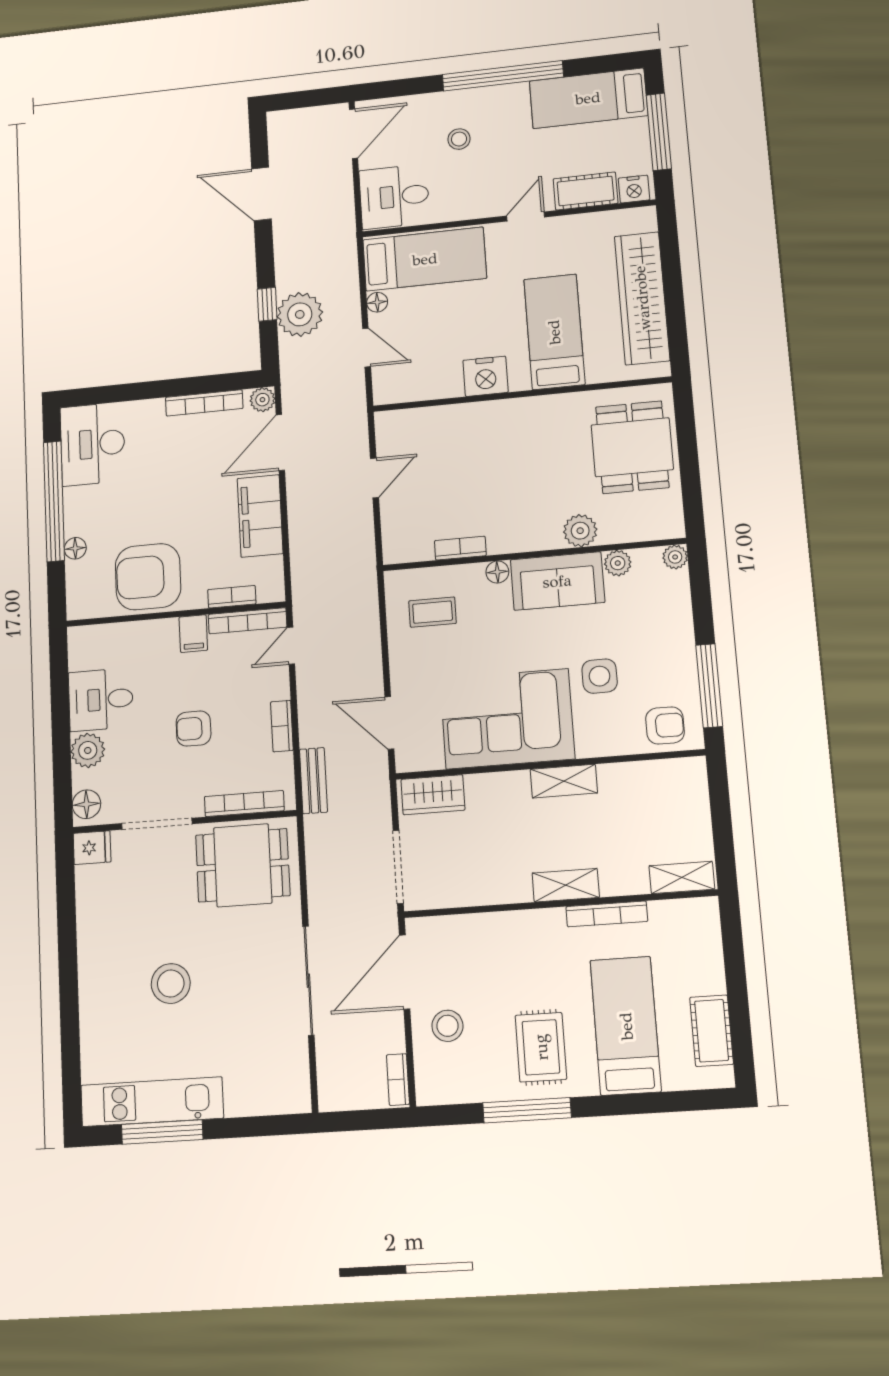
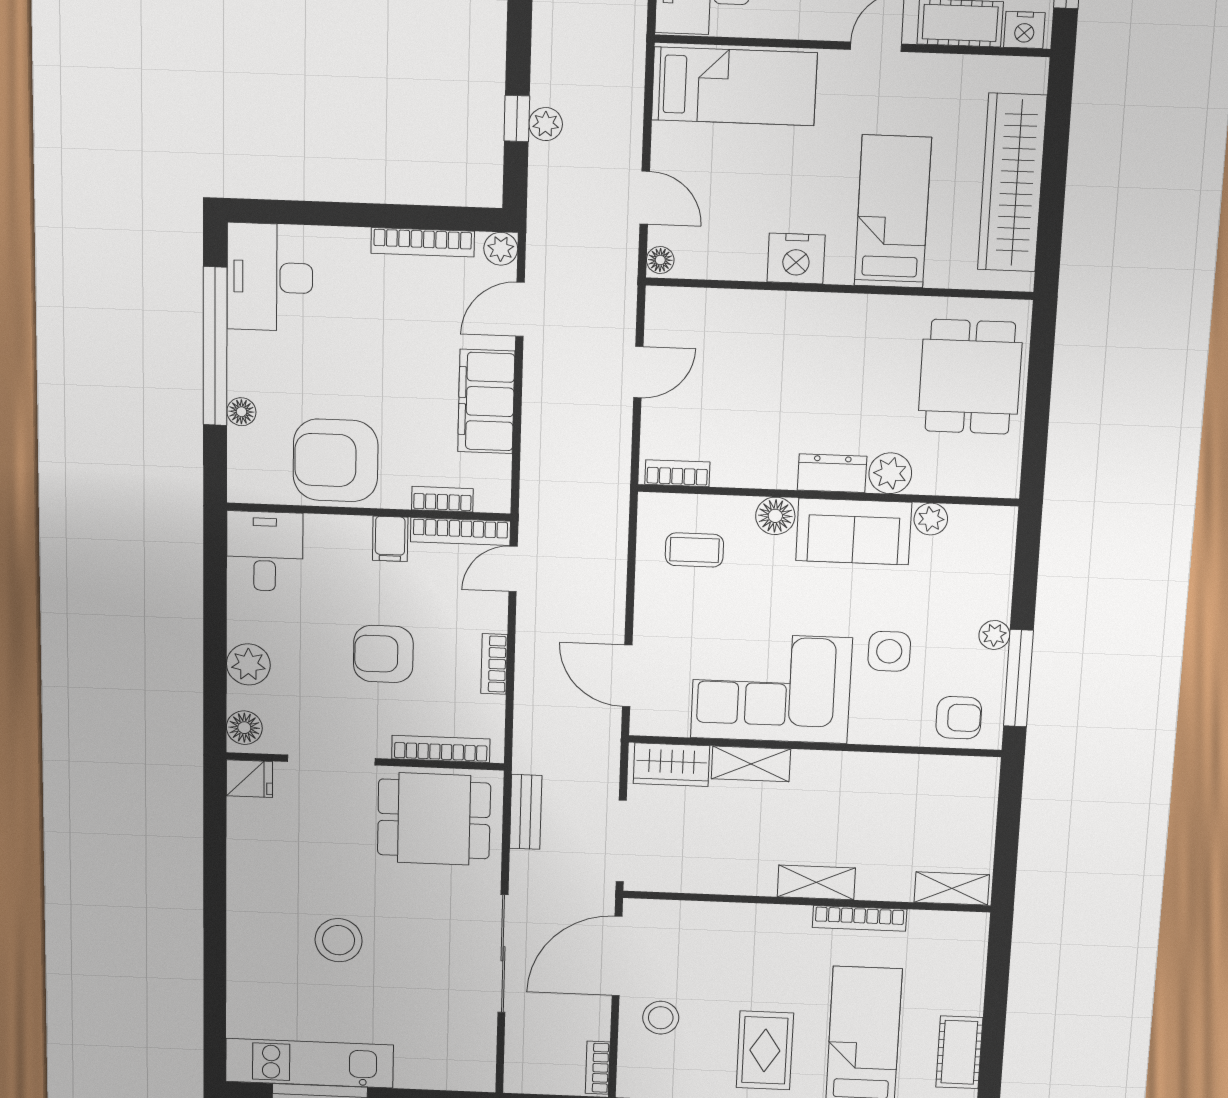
floor lamp: (377, 302) -> (660, 260), moved
plant: (300, 314) -> (546, 124), width x0.53, depth x0.53
door: (280, 443) -> (520, 309), width x0.73
dresser: (534, 537) -> (832, 473), added
bookcase: (460, 548) -> (677, 473), moved
plant: (675, 557) -> (994, 635), moved
floor lamp: (497, 572) -> (775, 516), width x1.37, depth x1.37
desk: (101, 700) -> (265, 551), moved, turned 90
armchair: (193, 729) -> (383, 654), width x1.38, depth x1.38
bench: (313, 781) -> (526, 812), moved
shelving: (564, 781) -> (751, 764), moved

